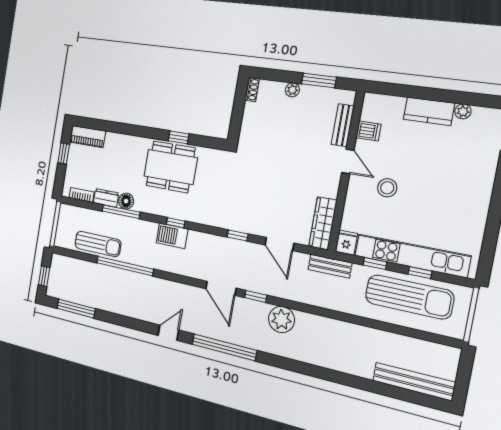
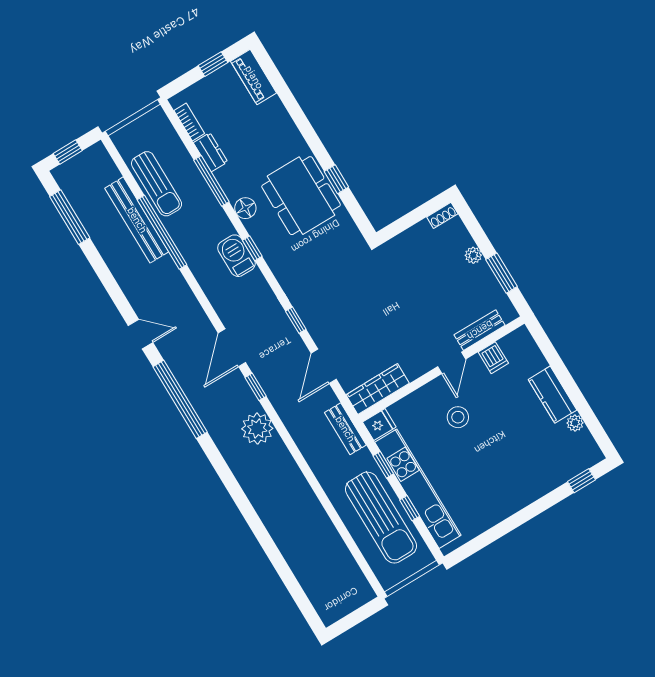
floor lamp: (126, 201) -> (245, 208), moved
bench: (414, 381) -> (137, 220), moved

